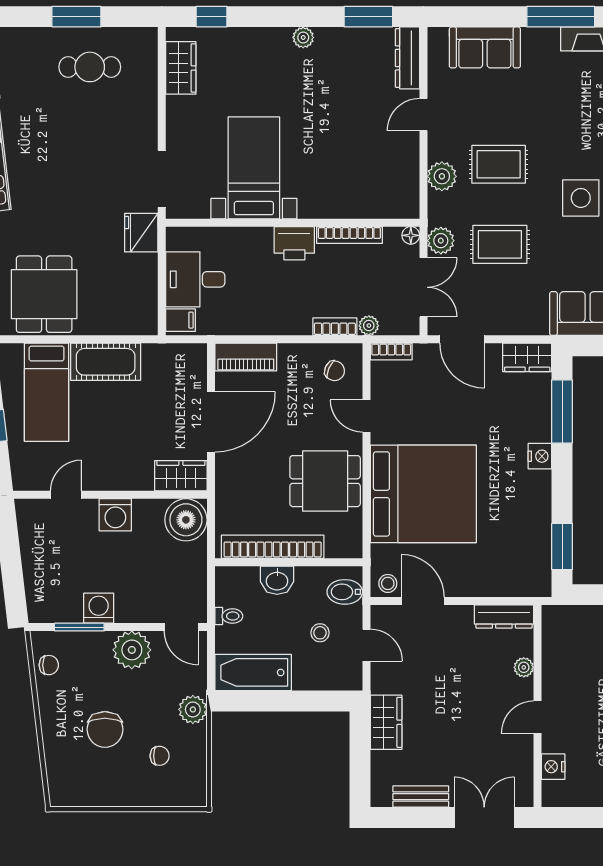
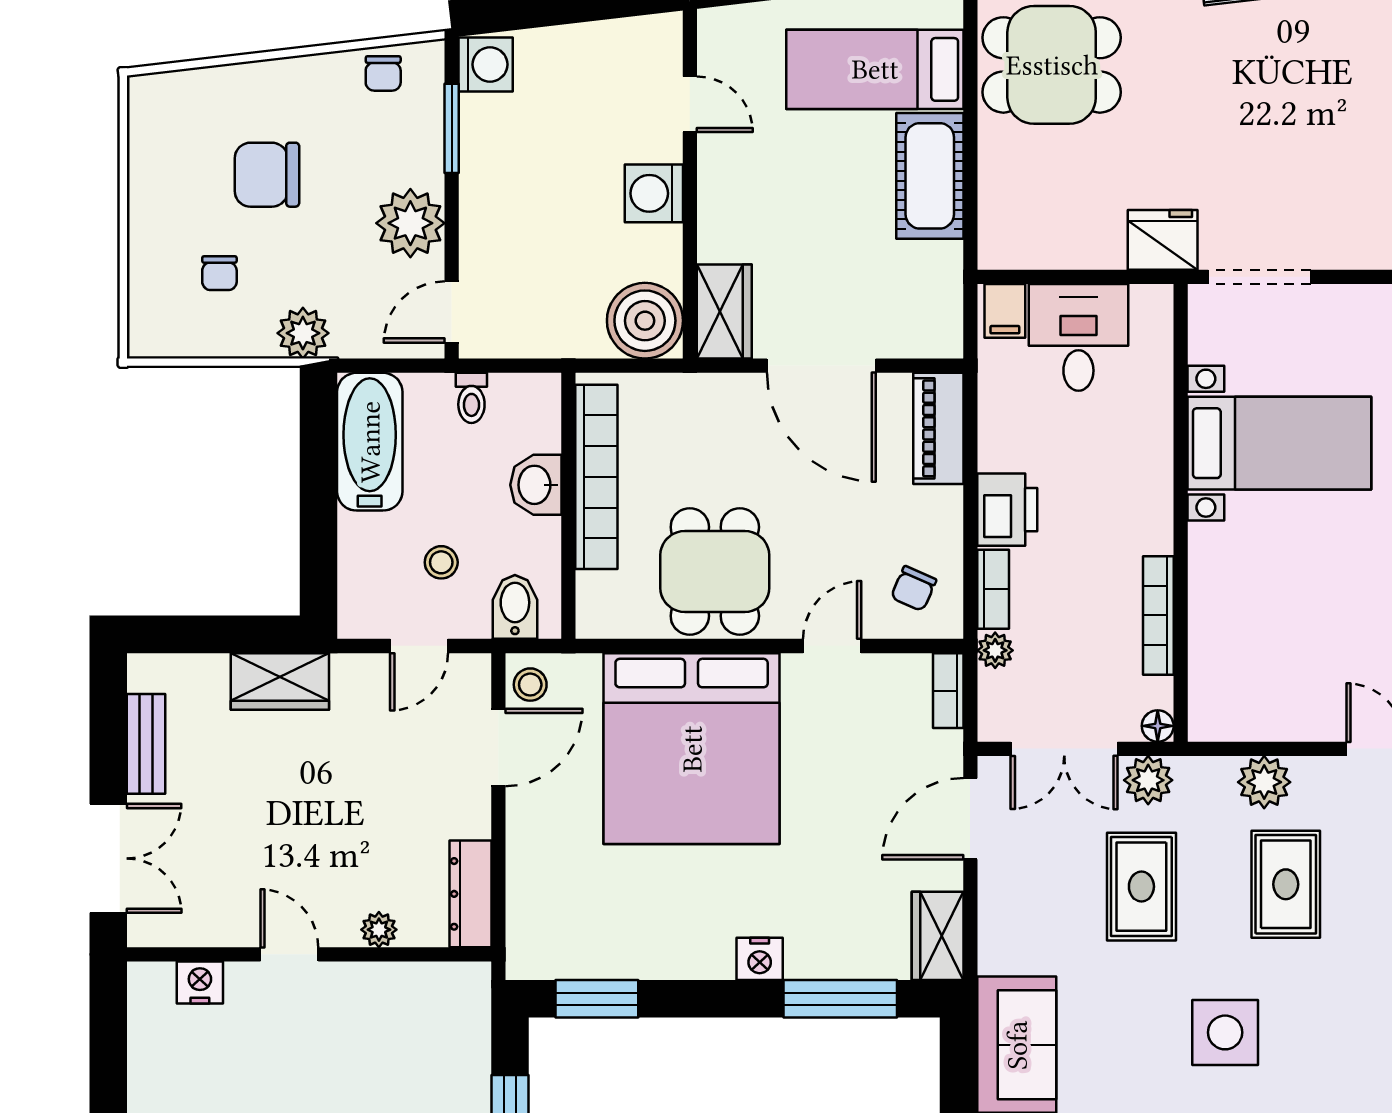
printer: (294, 243) -> (1007, 510), moved, turned 180
washing machine: (99, 608) -> (486, 64), moved

